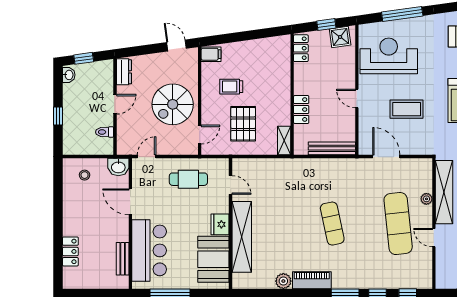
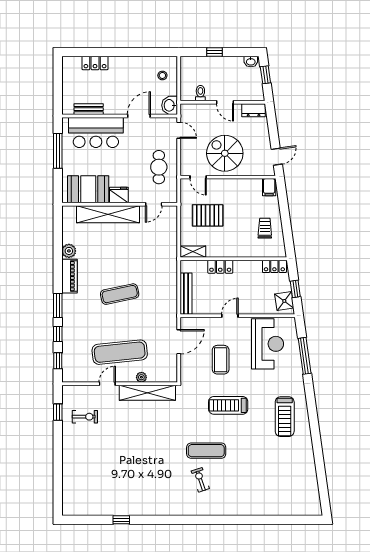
trolley: (231, 87) -> (265, 228), moved

